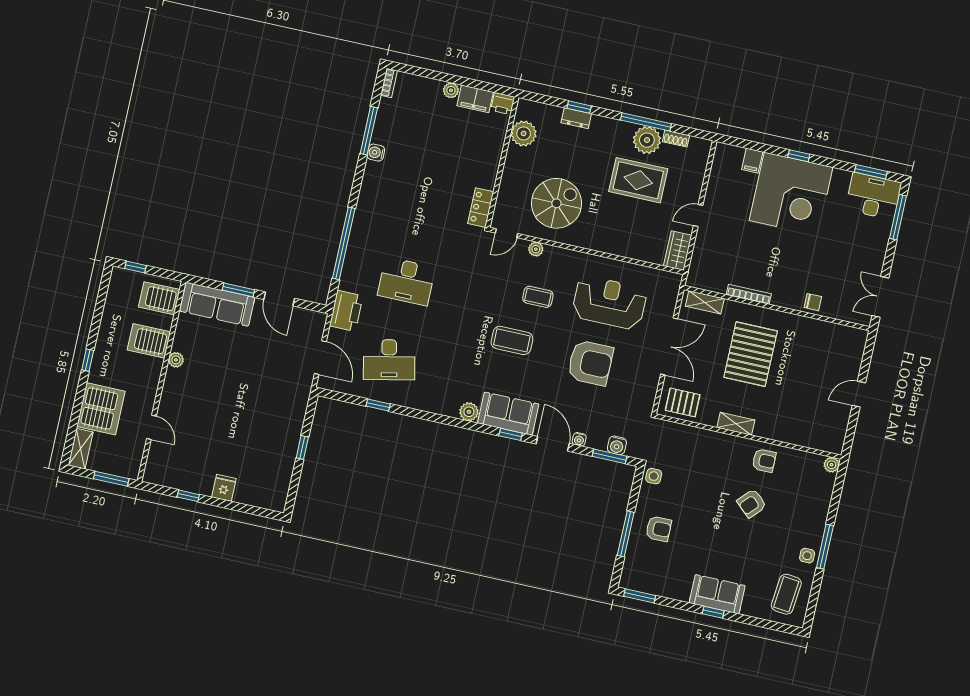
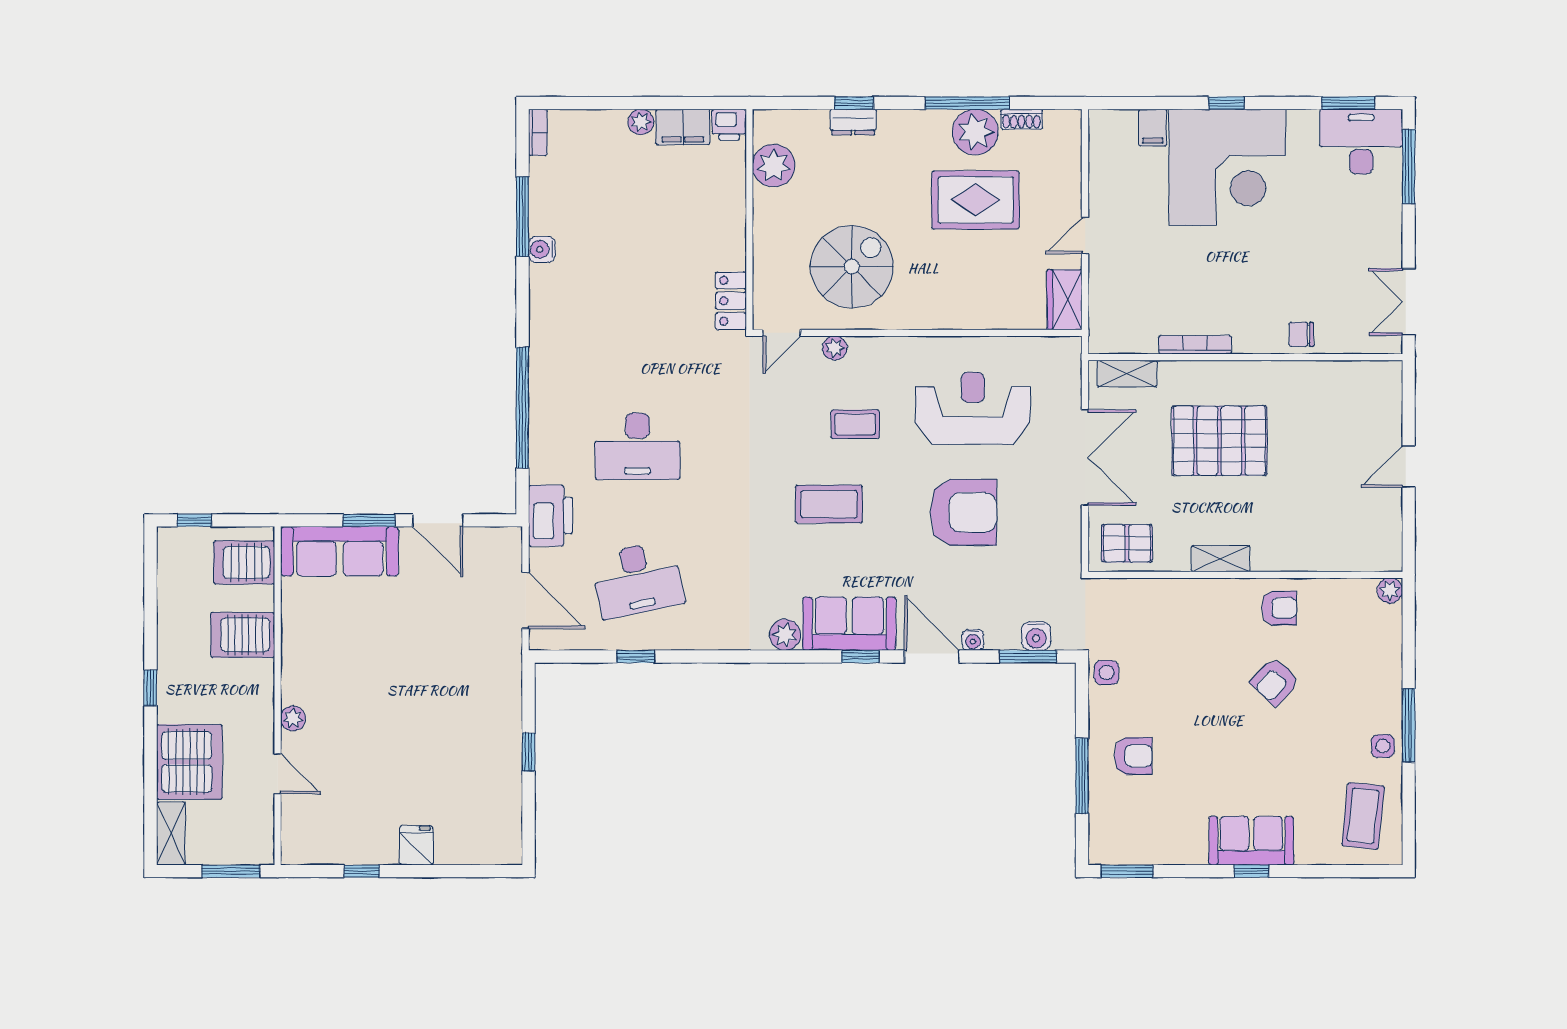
chair: (813, 302) -> (1301, 334), turned 180
pallet: (751, 354) -> (1219, 441), turned 90
plant: (176, 360) -> (293, 718), moved

